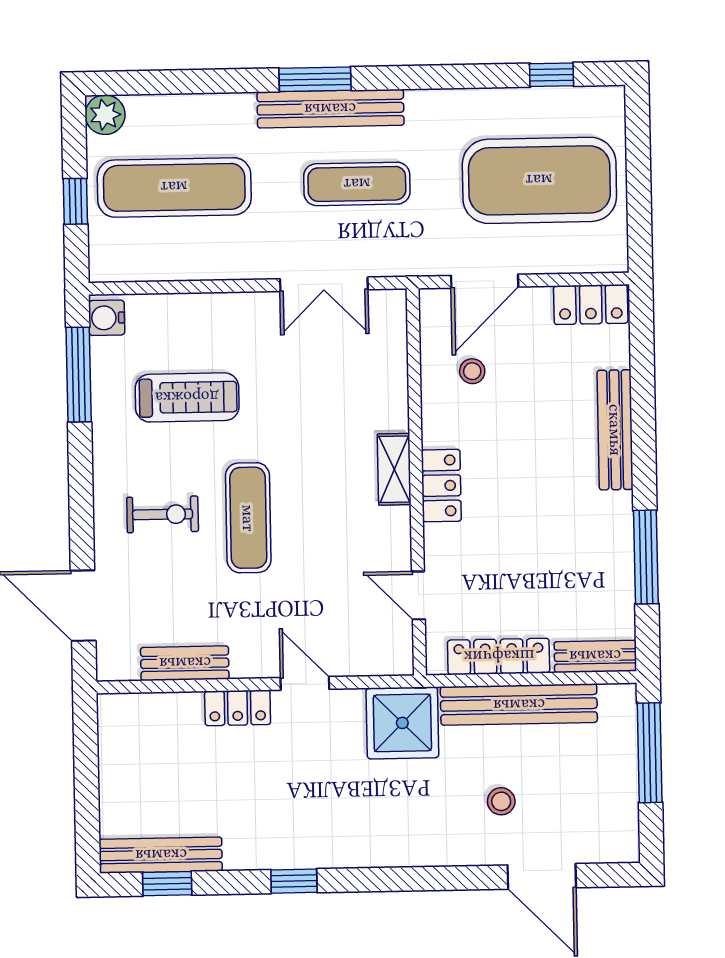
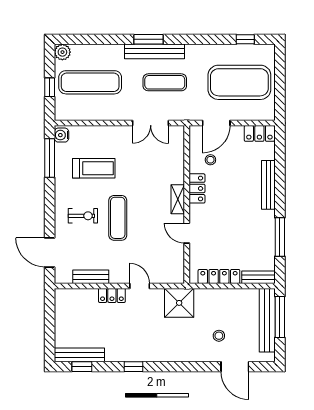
locker: (441, 486) -> (197, 188), moved
door: (418, 595) -> (187, 233), moved
bench: (519, 705) -> (267, 320), moved, turned 90

